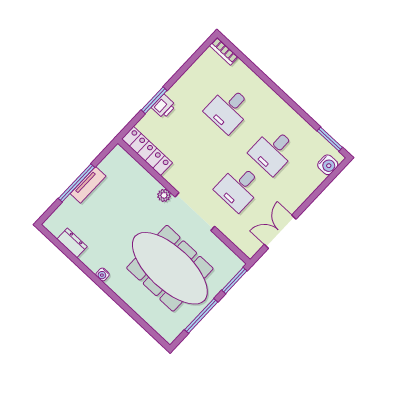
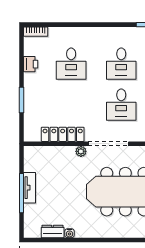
printer: (164, 106) -> (31, 64), moved
locker: (147, 151) -> (63, 134), moved
water cooler: (103, 274) -> (70, 233), moved

